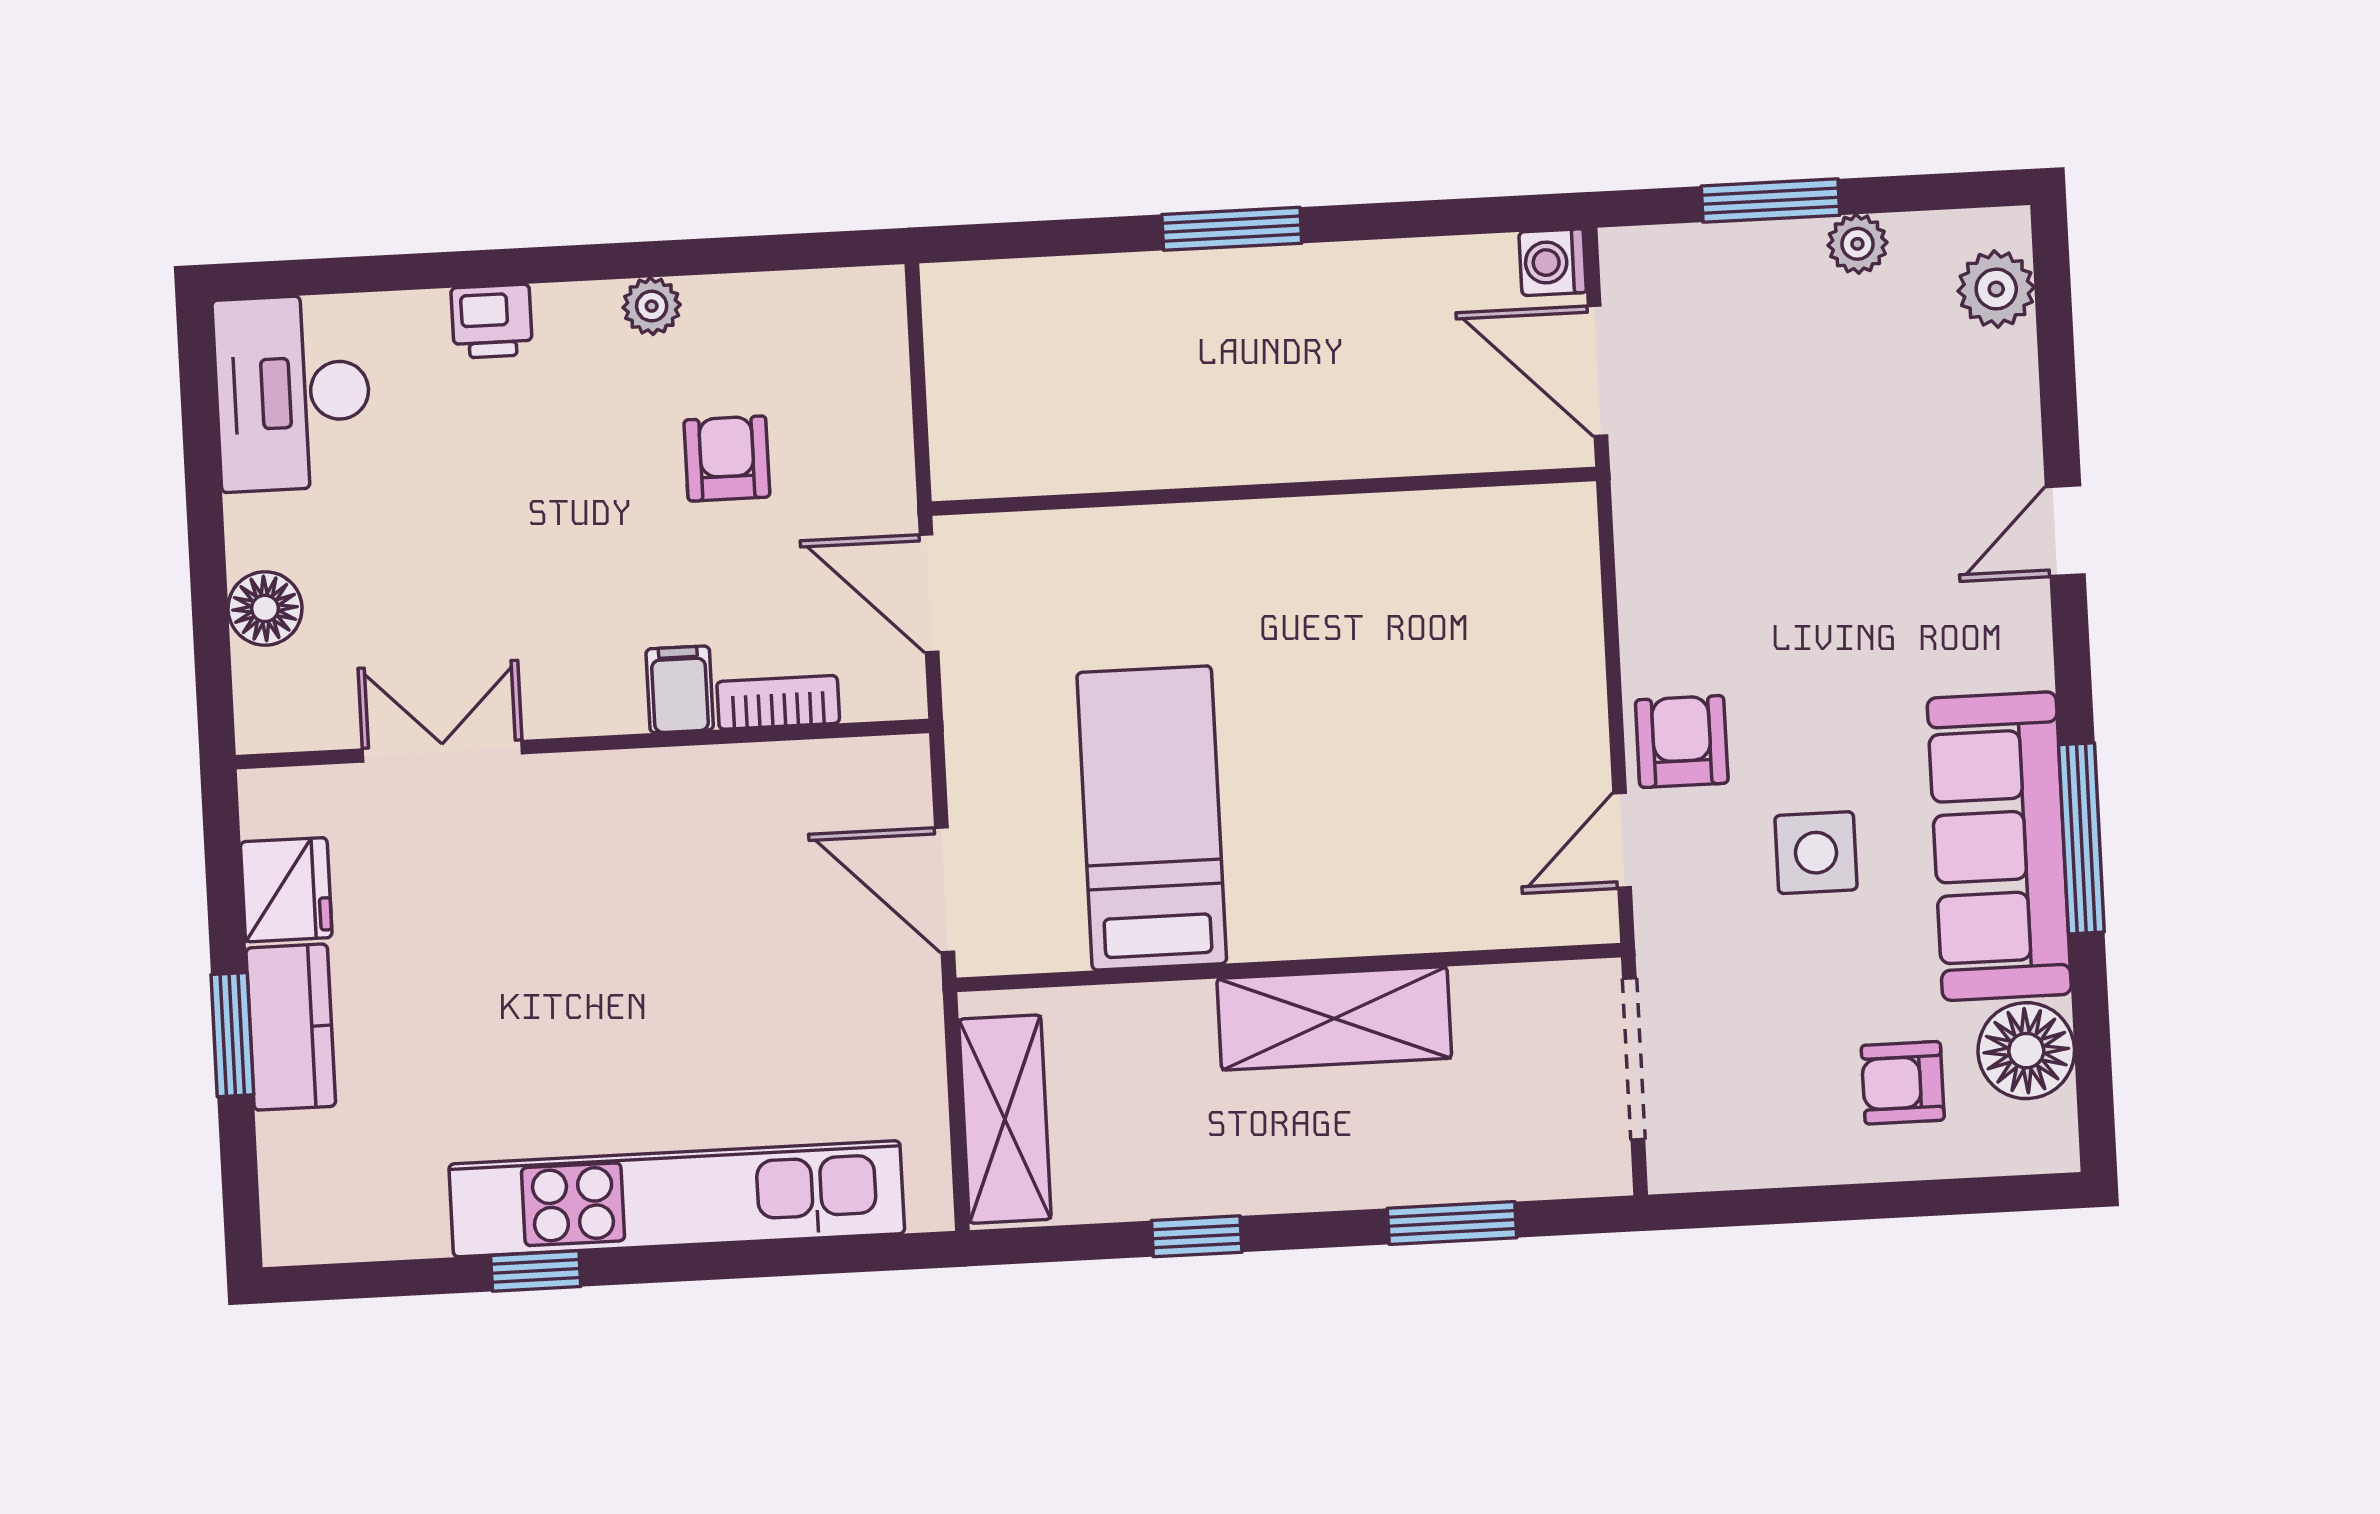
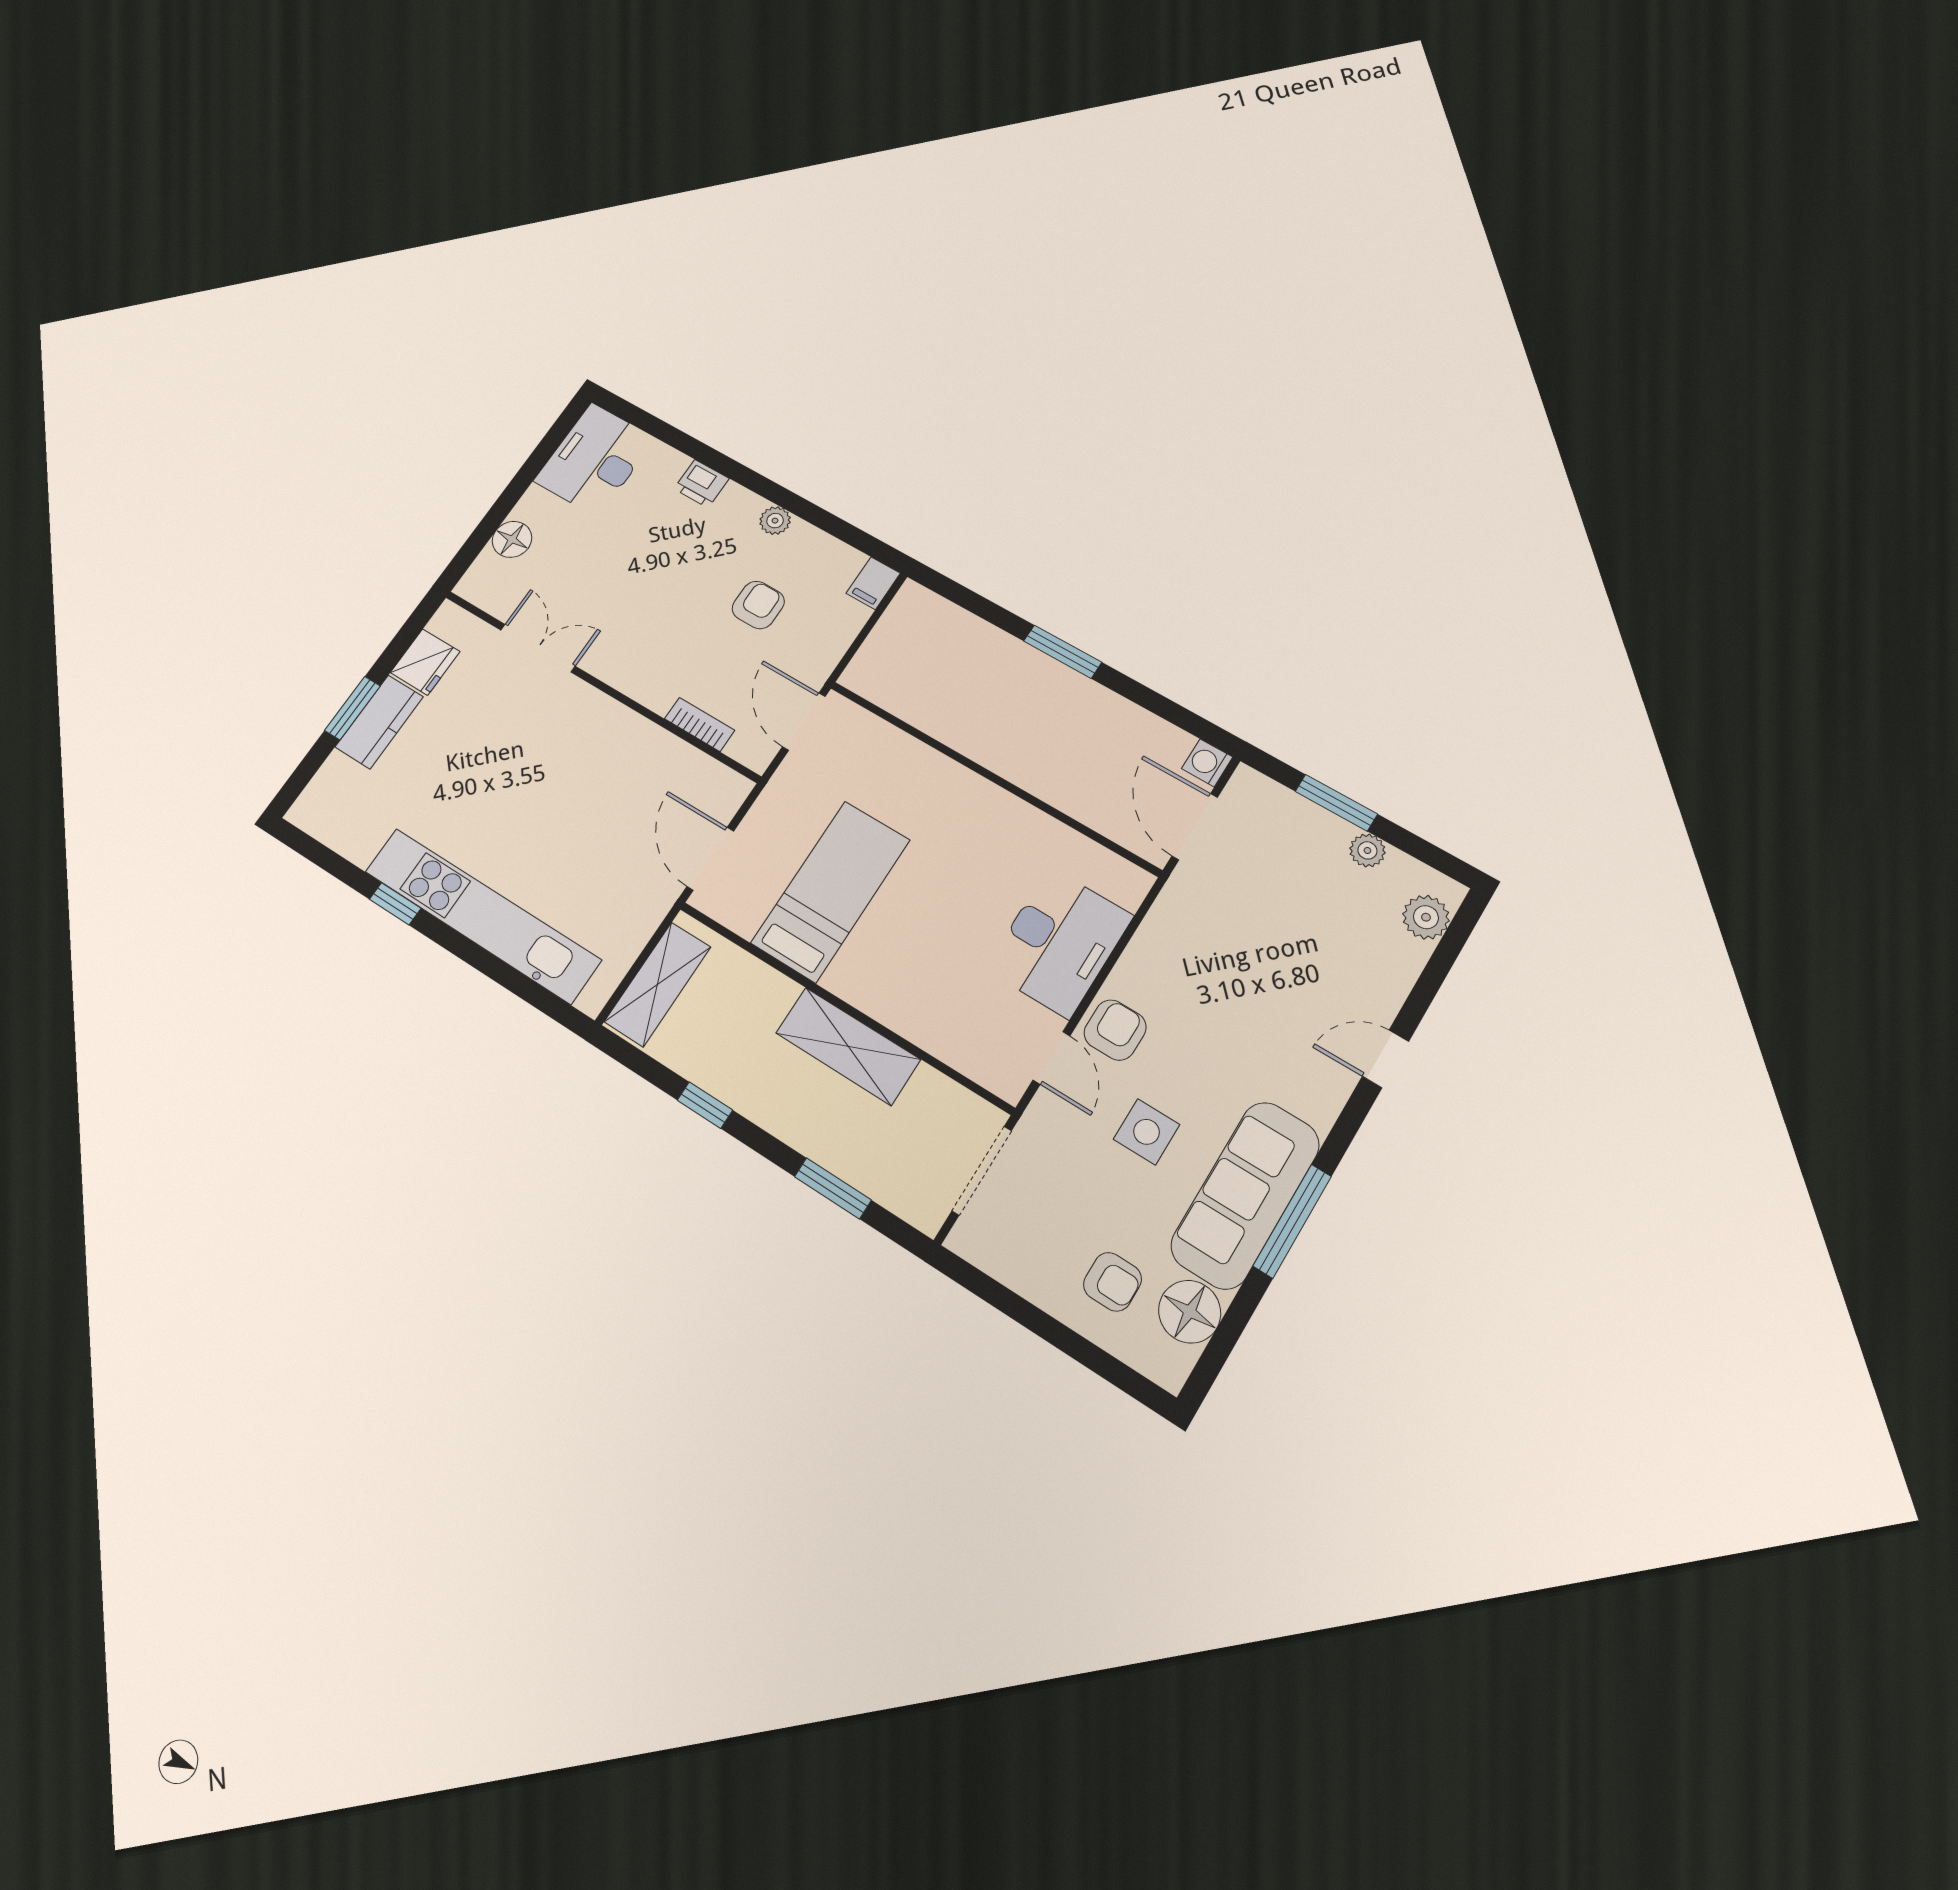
desk: (1522, 670) -> (1059, 942), added
filing cabinet: (680, 689) -> (873, 583), moved, turned 180
door: (1622, 840) -> (1052, 1058), swing flipped
armchair: (1903, 1083) -> (1112, 1282), turned 180

